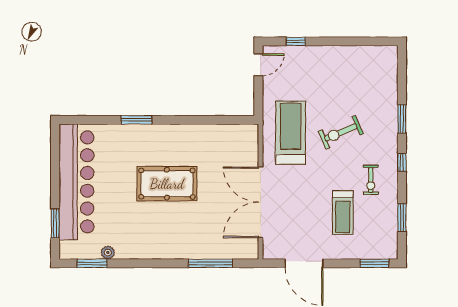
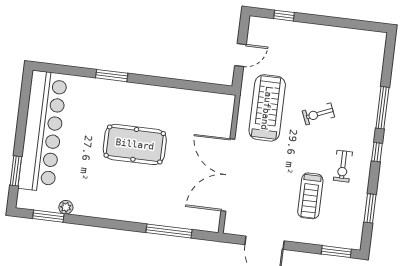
door: (258, 65) -> (240, 55), moved
window: (402, 119) -> (382, 108), width x1.44
exercise bike: (341, 132) -> (318, 114), width x0.73, depth x0.72

